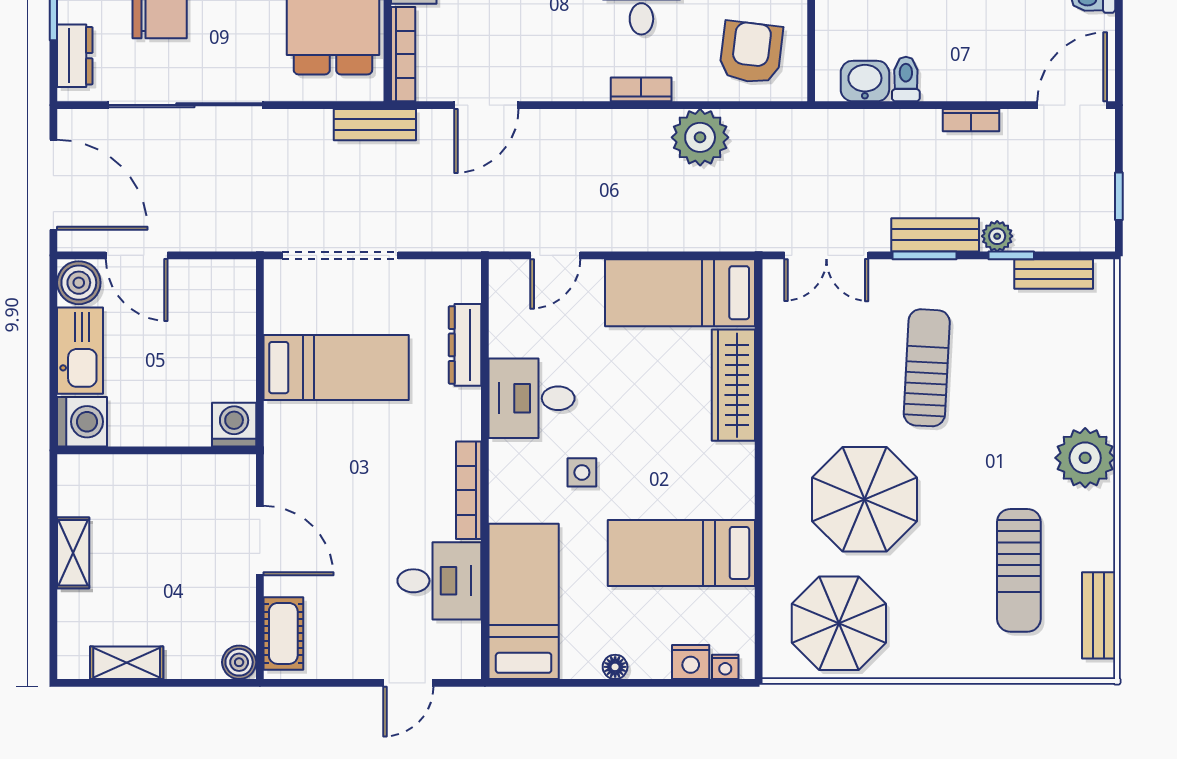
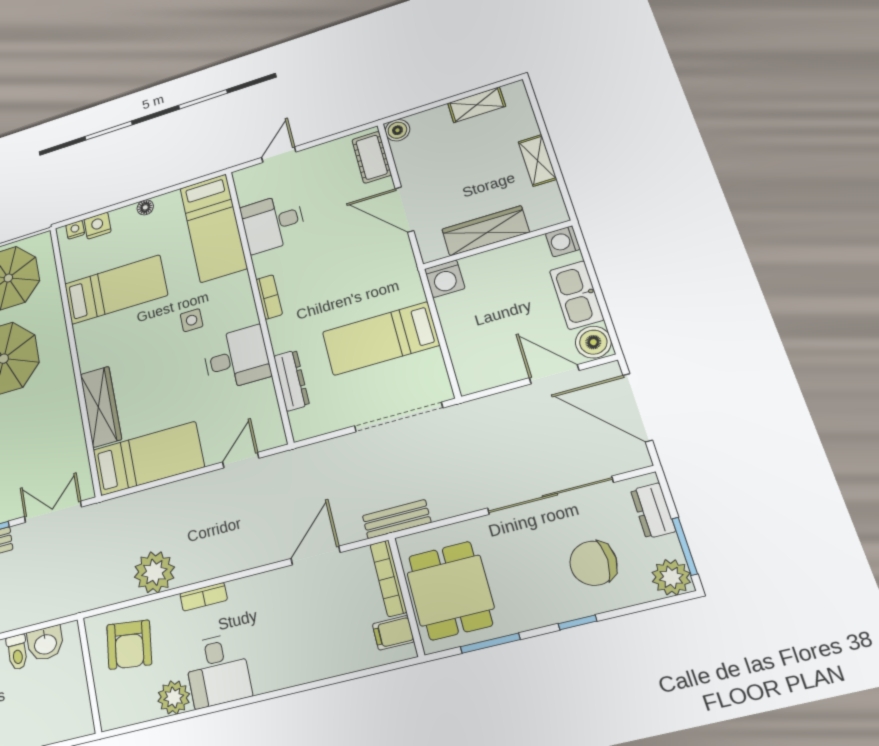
washing machine: (82, 422) -> (563, 241), width x0.73, depth x0.73
wardrobe: (165, 475) -> (485, 231), added
bookcase: (469, 490) -> (269, 297), width x0.64

